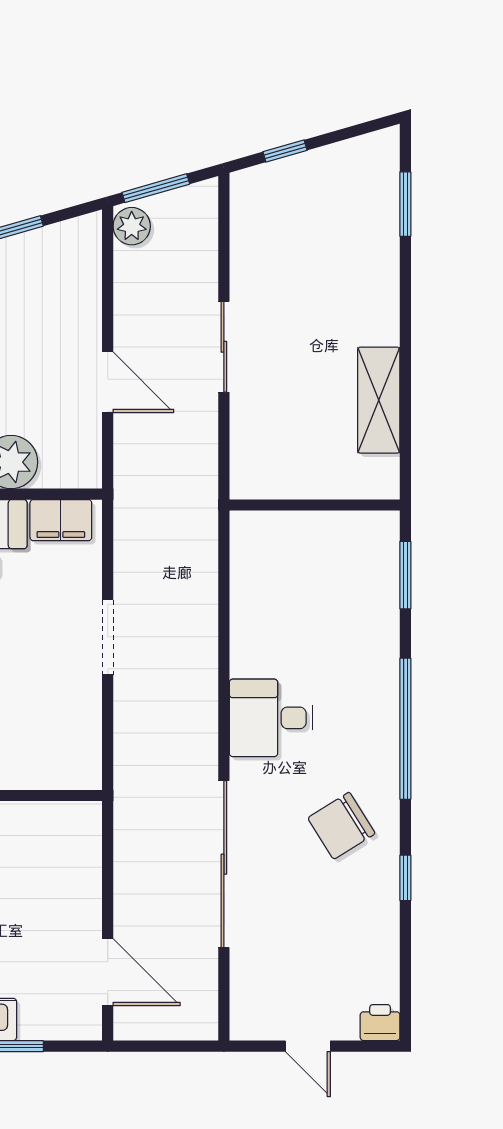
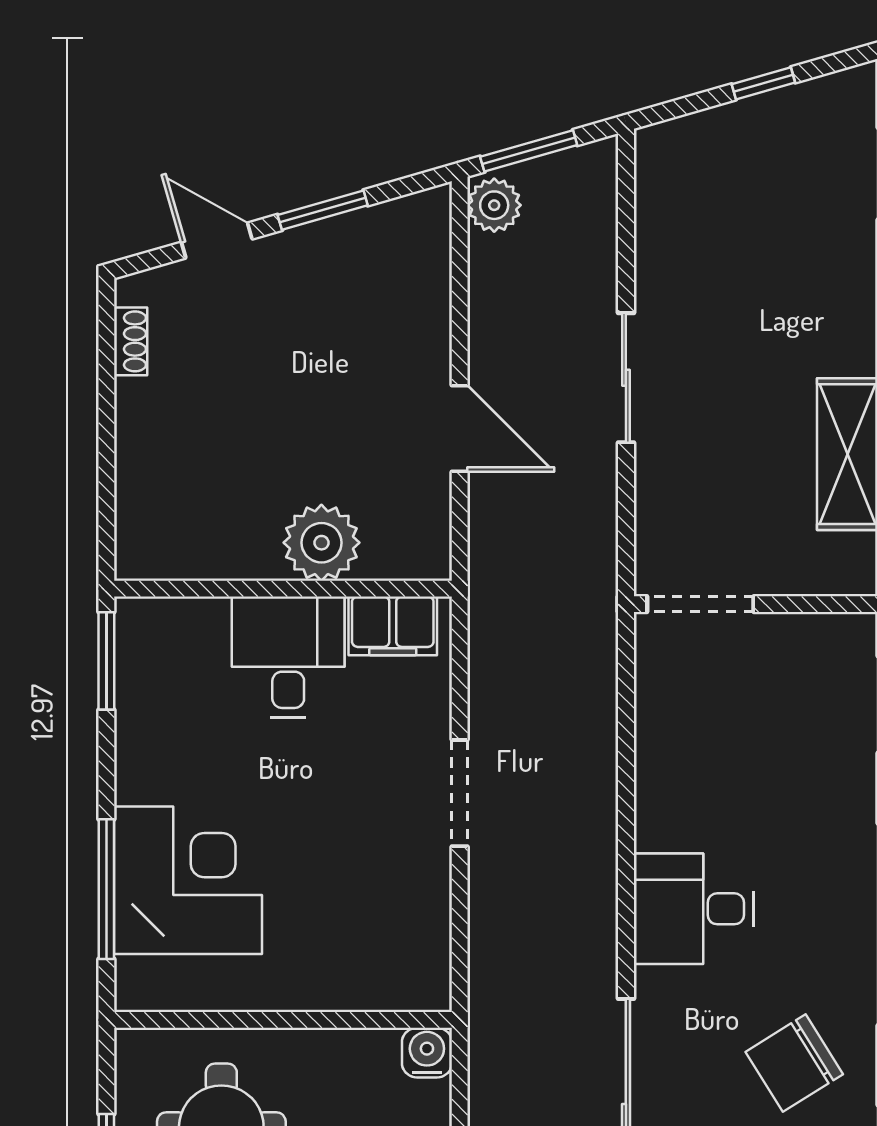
window: (285, 151) -> (763, 83), moved
doorway: (276, 505) -> (700, 604), added
water cooler: (85, 818) -> (427, 1053), added

